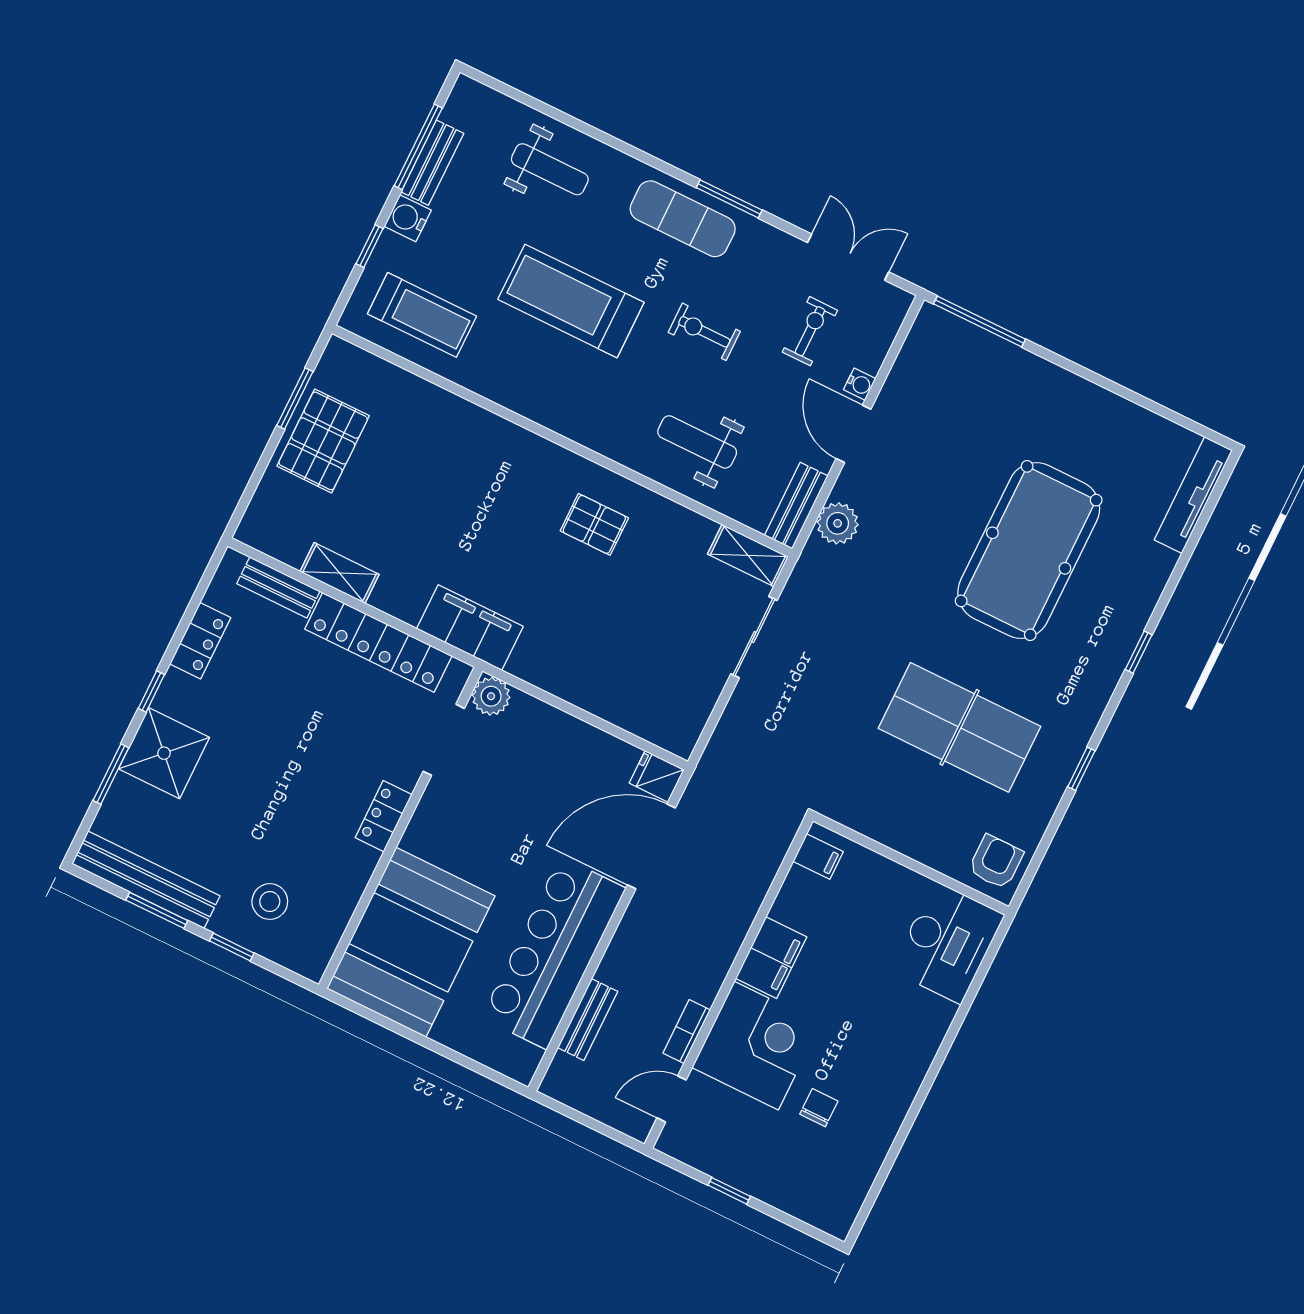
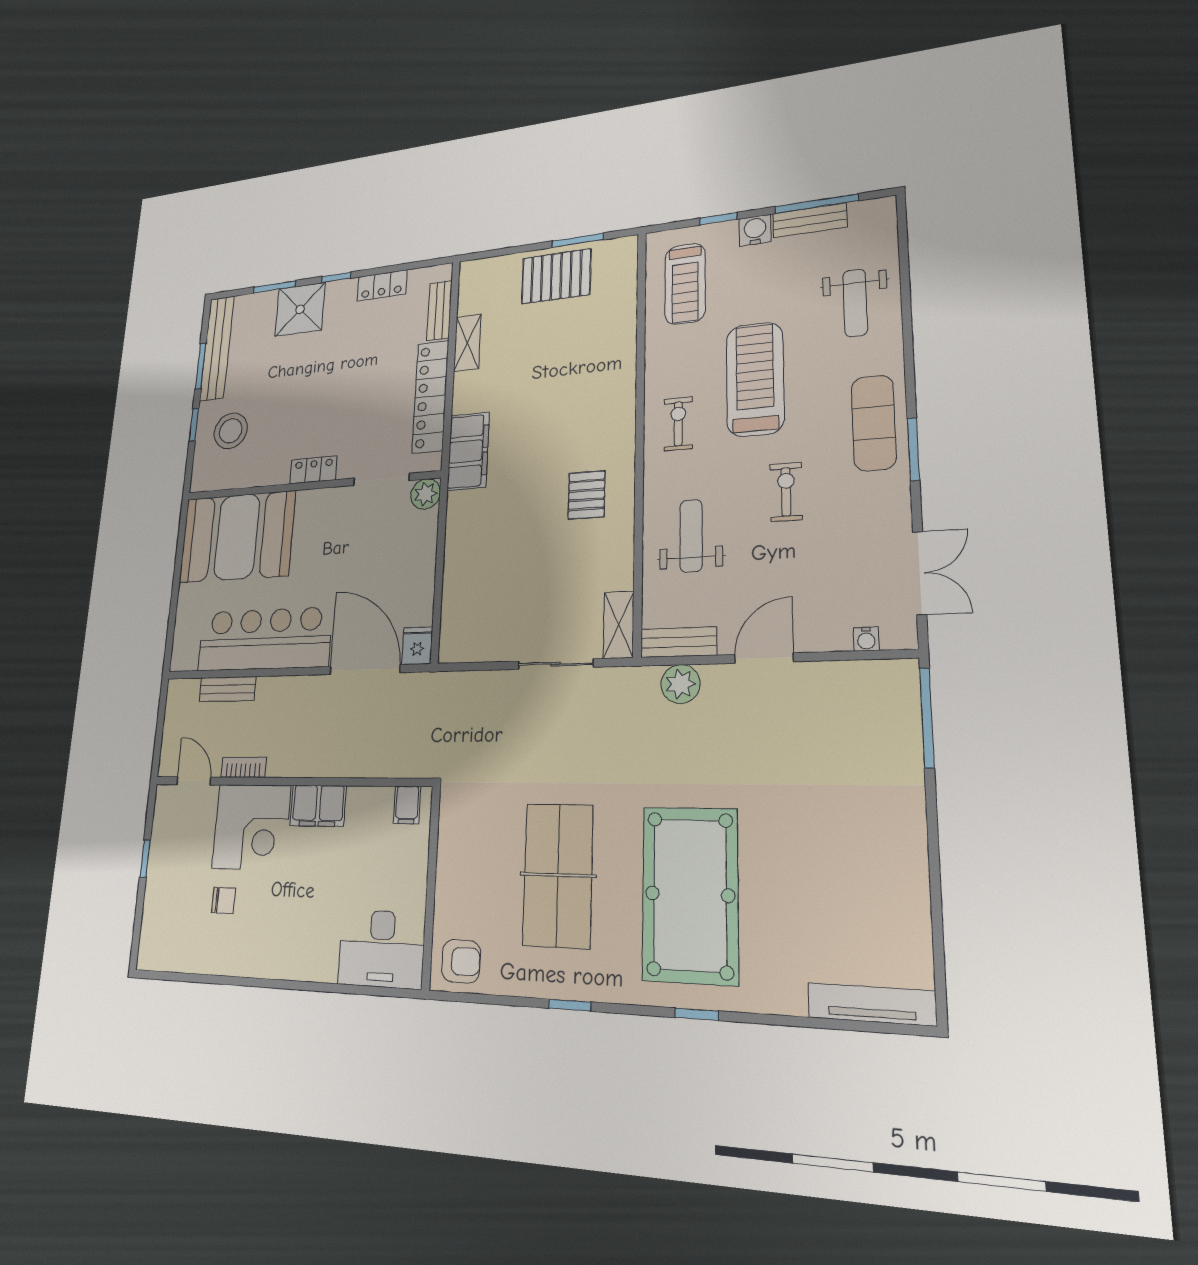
exercise bike: (810, 331) -> (678, 424), moved, turned -90
water cooler: (860, 384) -> (866, 639), moved
pool table: (1029, 551) -> (690, 894), moved, turned 90
stool: (270, 902) -> (231, 431), width x1.38, depth x1.38

